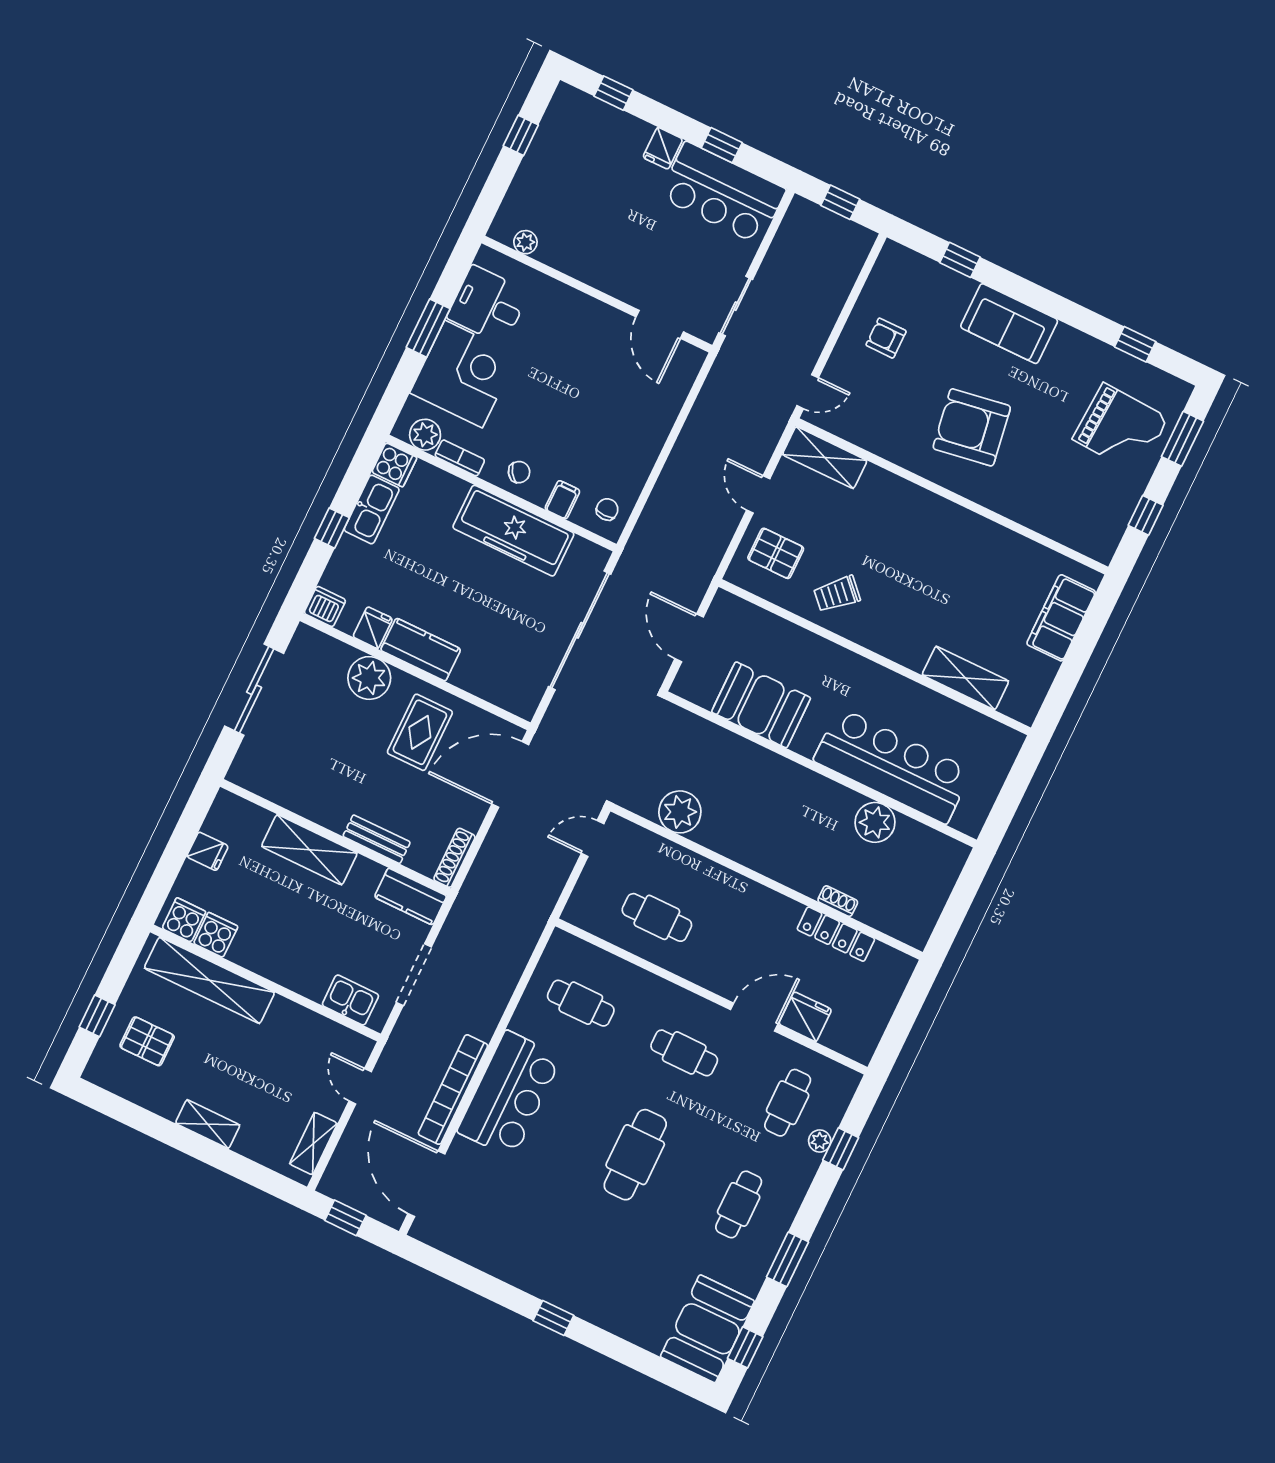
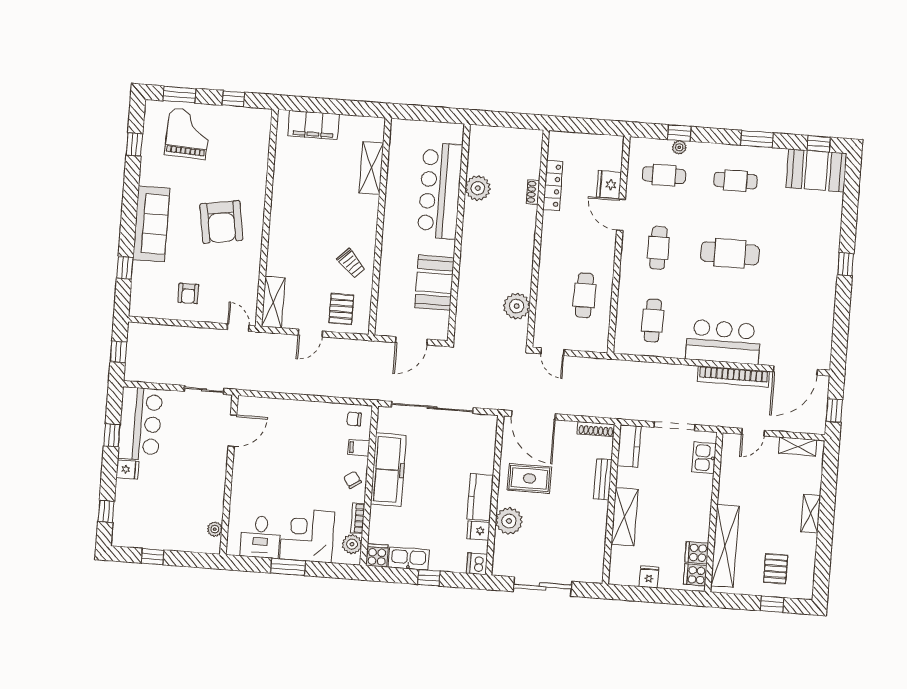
sofa: (1009, 324) -> (151, 224), width x1.36

